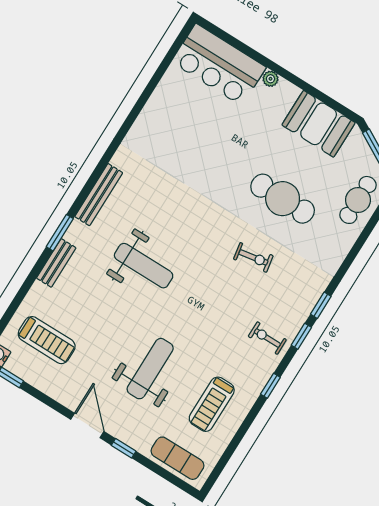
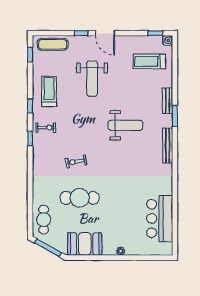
bar counter: (219, 65) -> (160, 218), moved, turned -90
weight bench: (144, 266) -> (125, 125), turned 180
window: (321, 305) -> (30, 55), moved
treadmill: (212, 404) -> (49, 91), moved

